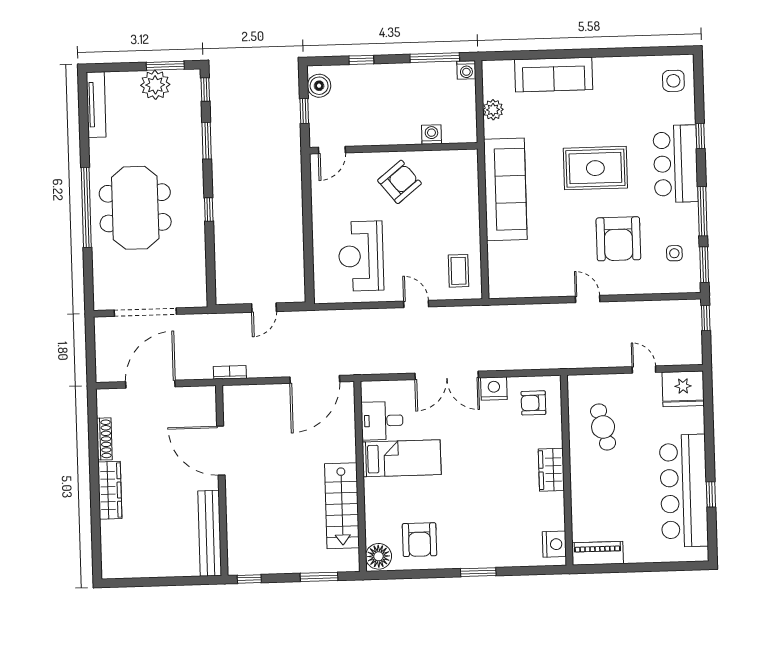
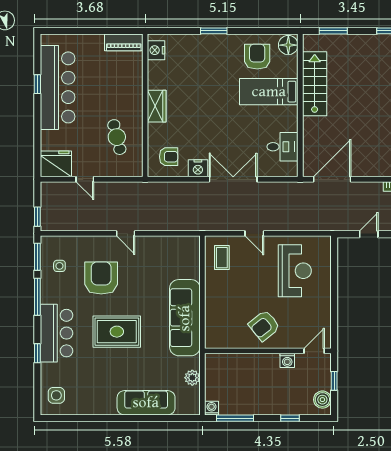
washing machine: (432, 135) -> (287, 360), moved
bed: (402, 458) -> (269, 92), moved

